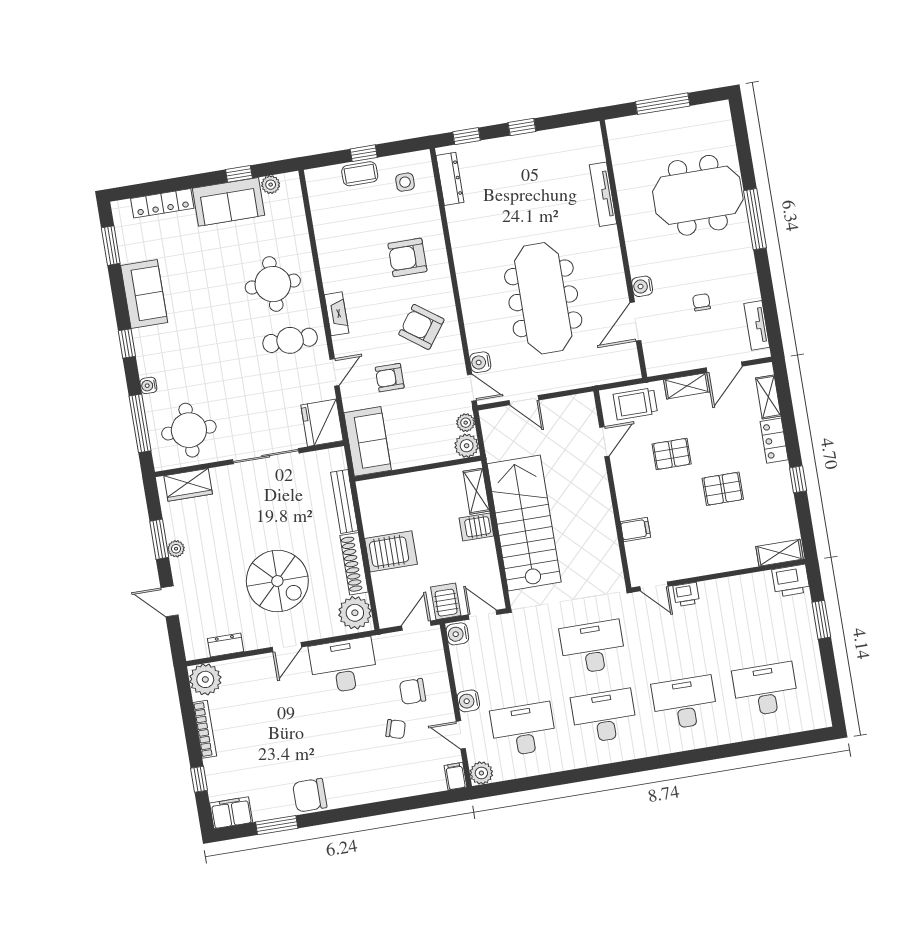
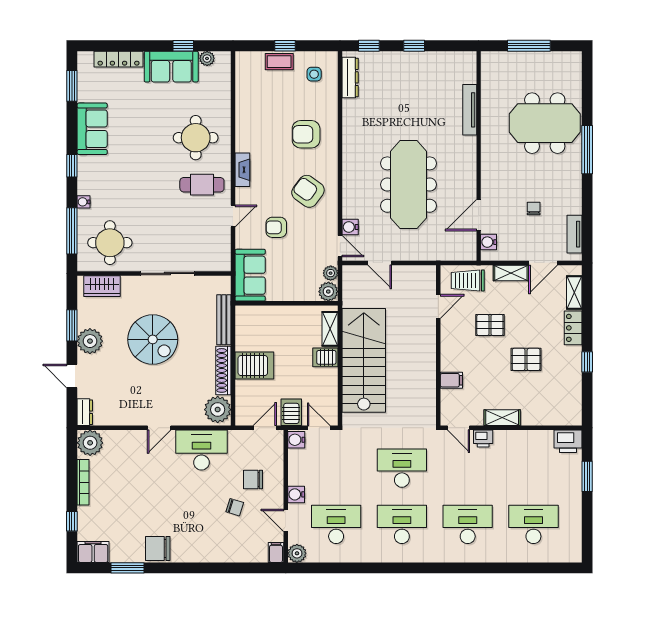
water cooler: (642, 286) -> (489, 242), moved
fridge: (322, 423) -> (216, 254), removed
plant: (176, 549) -> (90, 341), width x1.88, depth x1.88
shelving: (779, 553) -> (502, 418), moved
spiral stairs: (277, 581) -> (153, 339), moved
dresser: (226, 645) -> (85, 412), moved, turned 90

